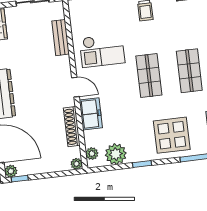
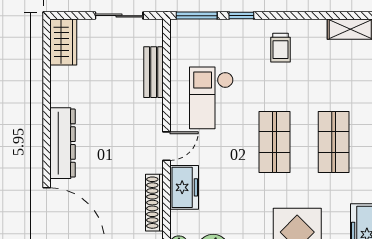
checkout: (102, 51) -> (211, 98), turned 90
door: (75, 87) -> (167, 146), hinge flipped

